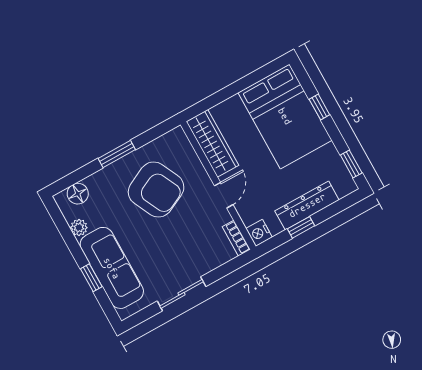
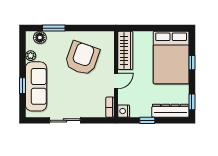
window: (117, 154) -> (54, 28), moved
armchair: (156, 189) -> (82, 58), turned -135
dresser: (307, 205) -> (170, 111), moved

